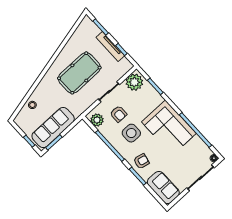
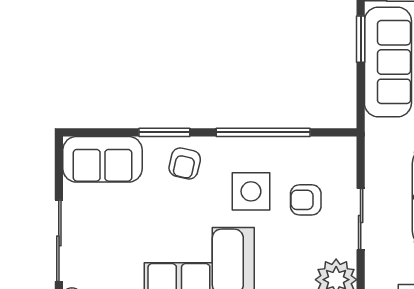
plant: (97, 120) -> (330, 152), removed

